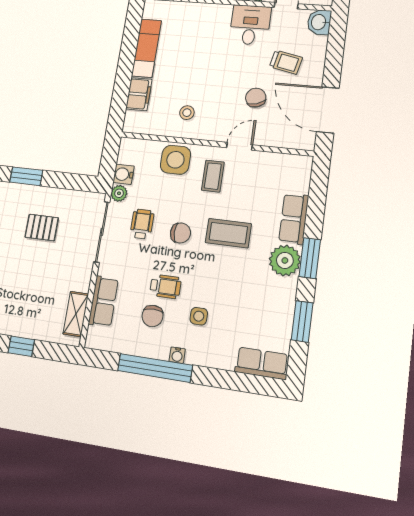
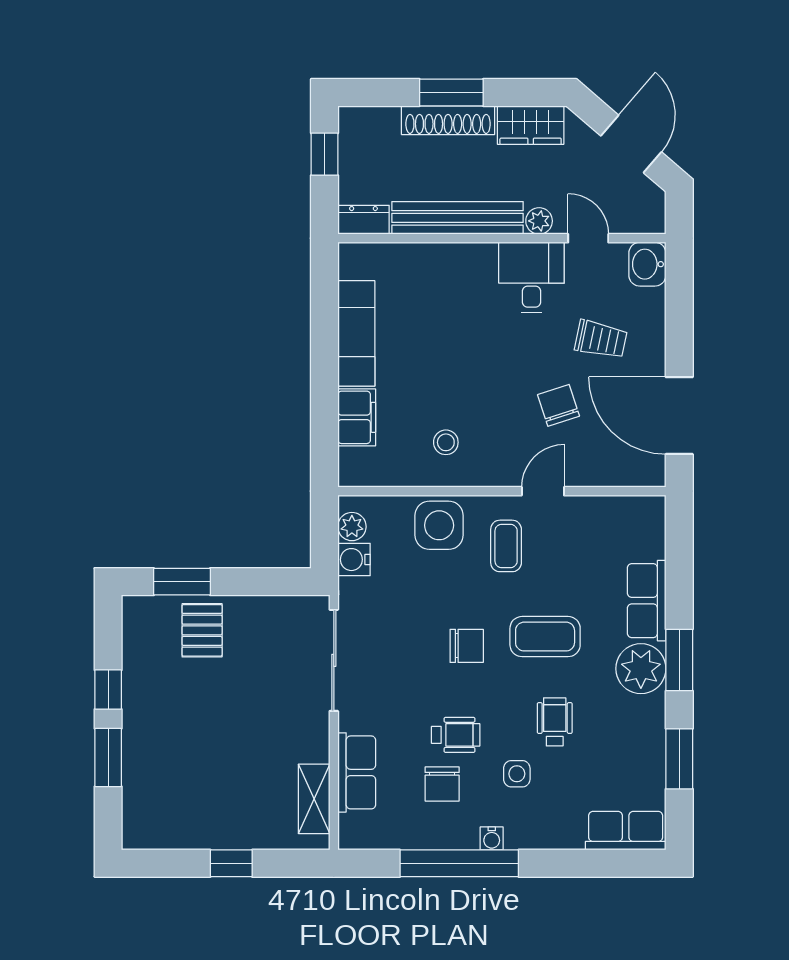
plant: (119, 193) -> (352, 527), moved
wheelchair: (142, 224) -> (555, 722), moved
pallet: (42, 228) -> (202, 630), moved, turned 90

